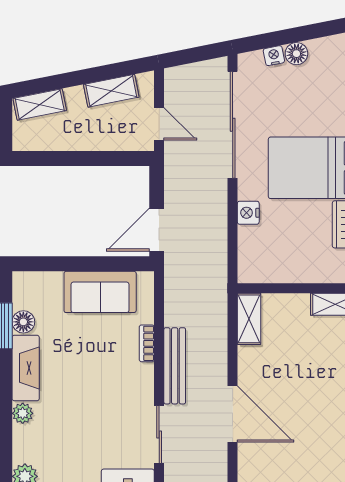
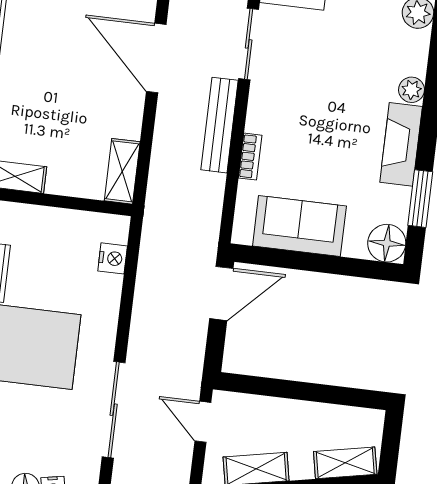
sliding door: (233, 125) -> (114, 410), width x0.73
nightstand: (248, 213) -> (113, 258), moved
floor lamp: (23, 322) -> (387, 243), moved, width x1.38, depth x1.38

